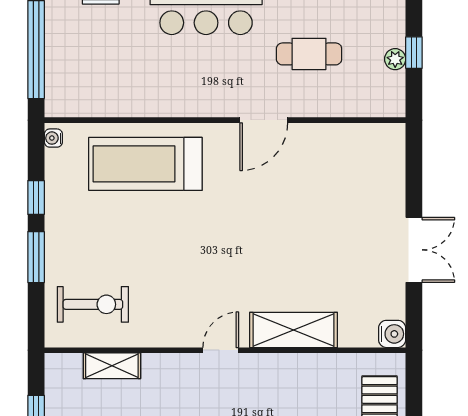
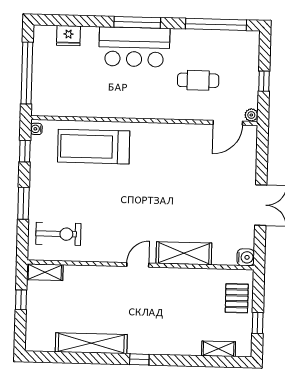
plant: (395, 59) -> (251, 115), moved
door: (264, 120) -> (228, 123), moved
window: (36, 198) -> (25, 151), moved
shelving: (112, 366) -> (45, 272), moved

